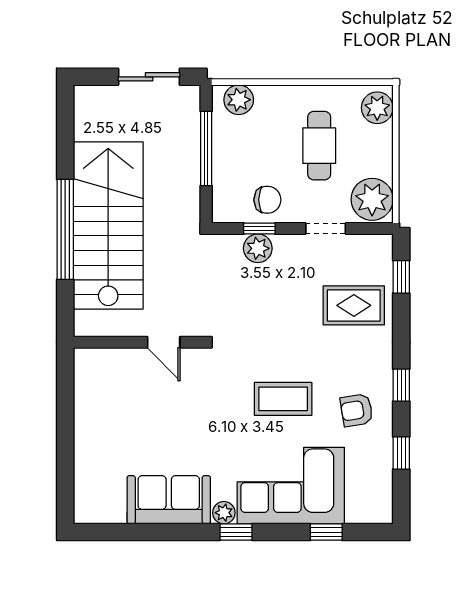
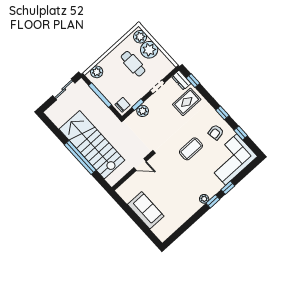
plant: (372, 199) -> (149, 50), moved
chair: (267, 200) -> (122, 105), moved
dresser: (380, 256) -> (181, 80), added
corner sofa: (291, 486) -> (231, 159), moved
sofa: (169, 500) -> (146, 210), moved, turned 90
window: (326, 532) -> (228, 188), moved

